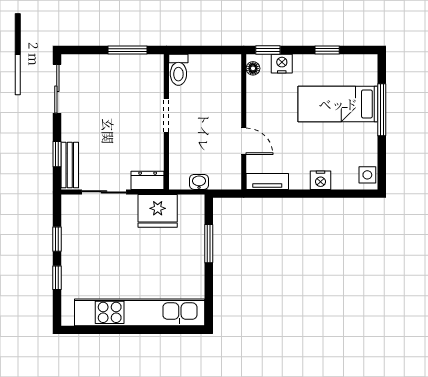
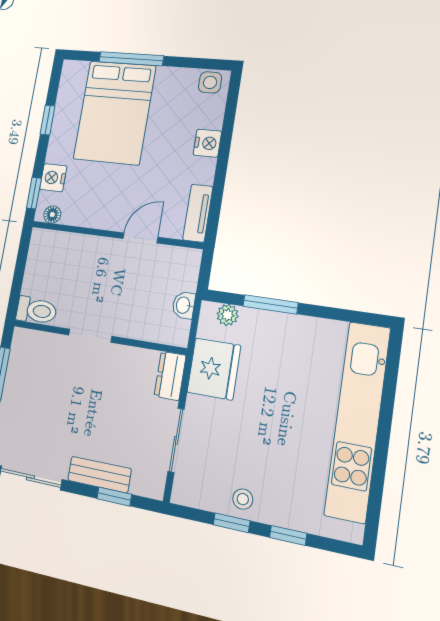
bed: (338, 104) -> (114, 112), width x1.50
bench: (70, 165) -> (99, 475), moved
plant: (197, 215) -> (228, 315), added
stool: (74, 244) -> (243, 499), added

